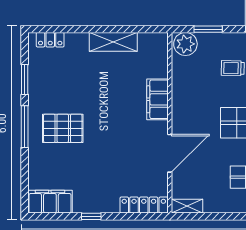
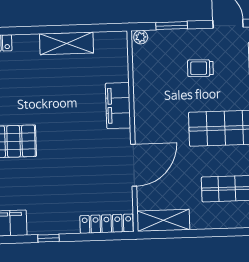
plant: (185, 44) -> (141, 37), width x0.53, depth x0.53
shelving: (187, 206) -> (163, 220), width x1.50, depth x1.33

